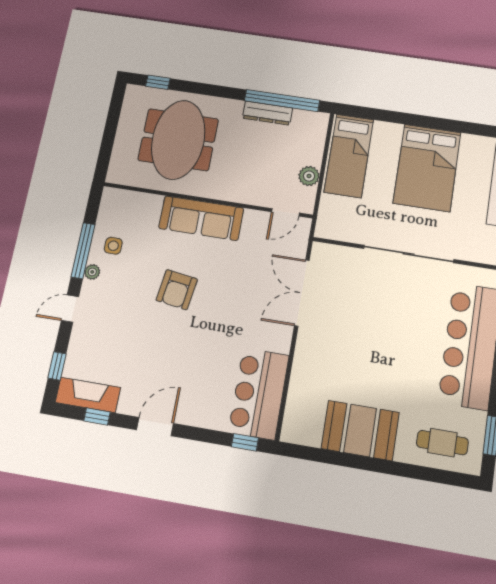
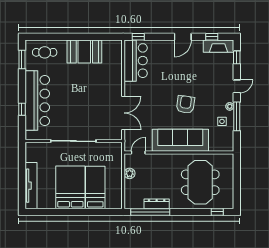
bed: (349, 156) -> (95, 187), moved
sofa: (201, 218) -> (180, 140), width x1.36, depth x1.27

